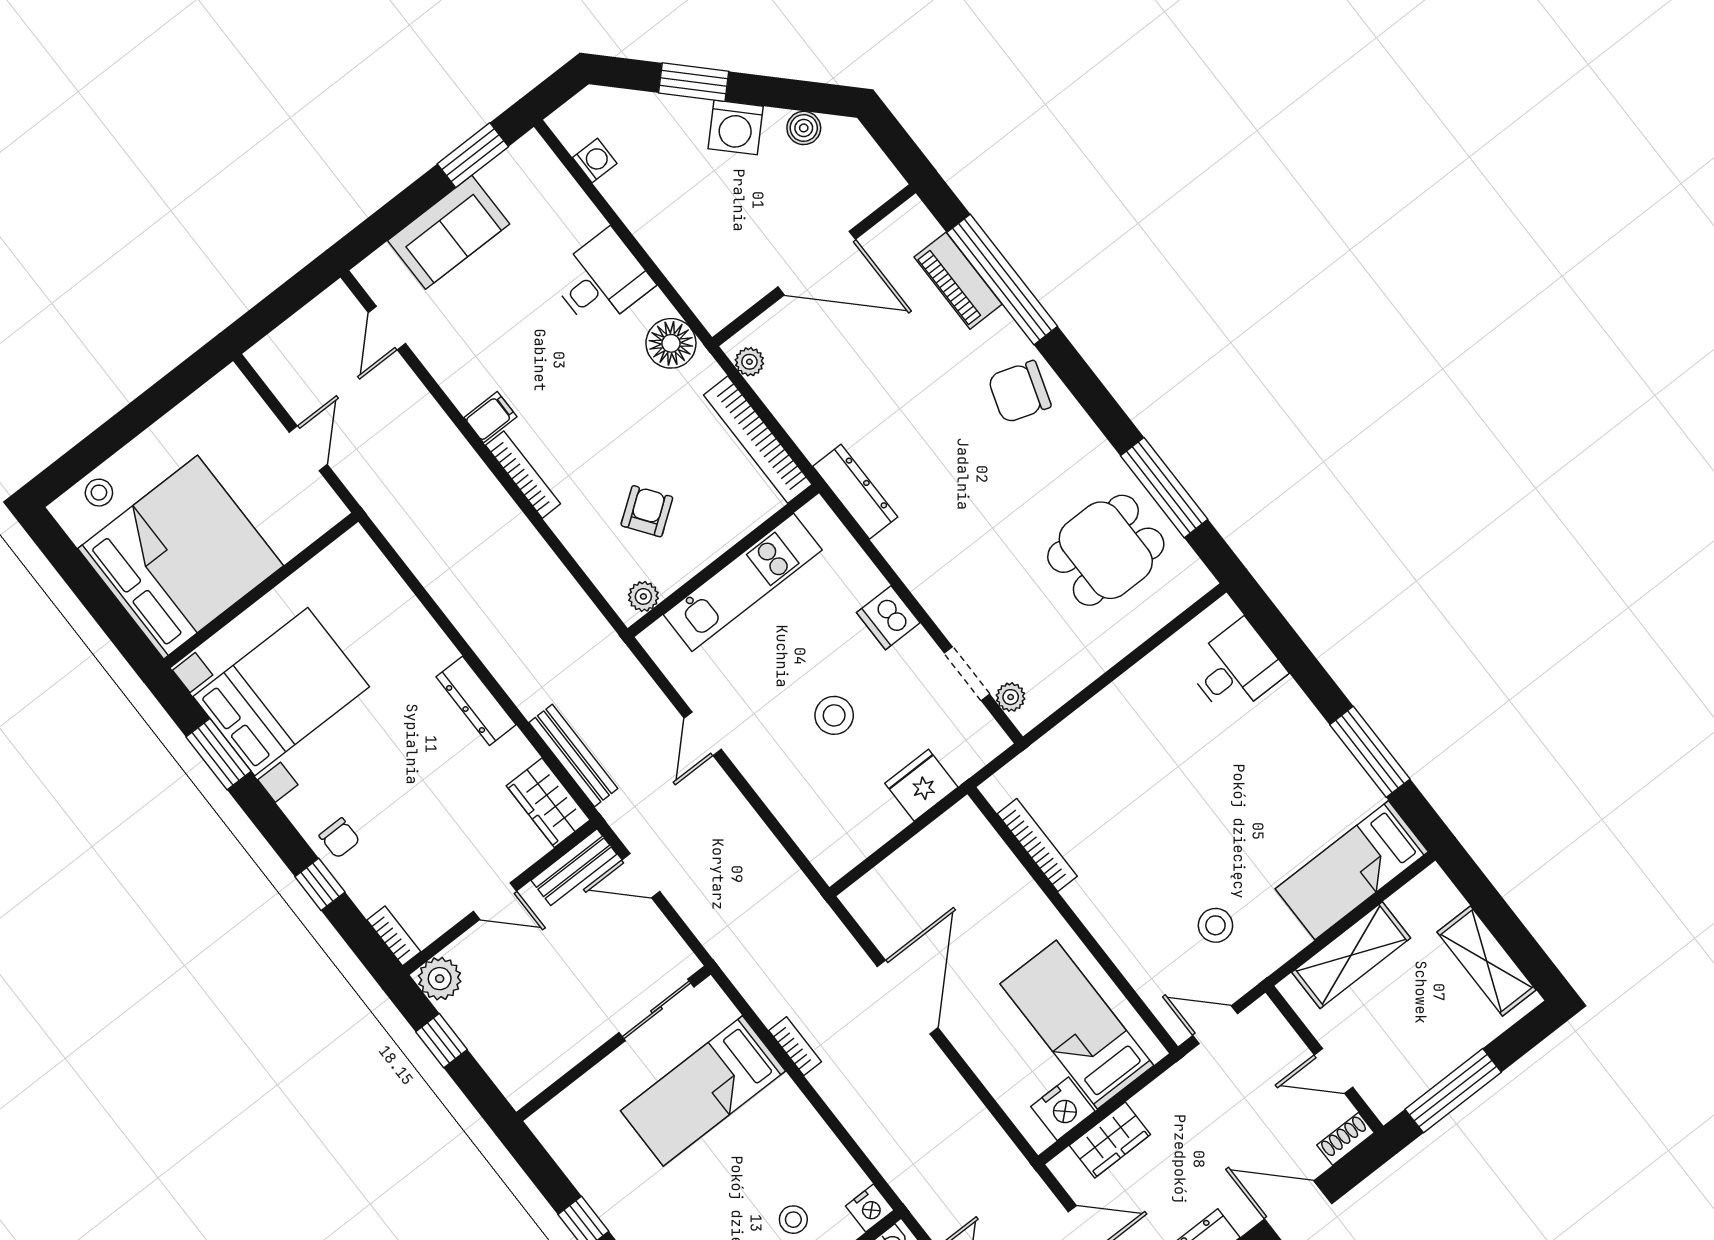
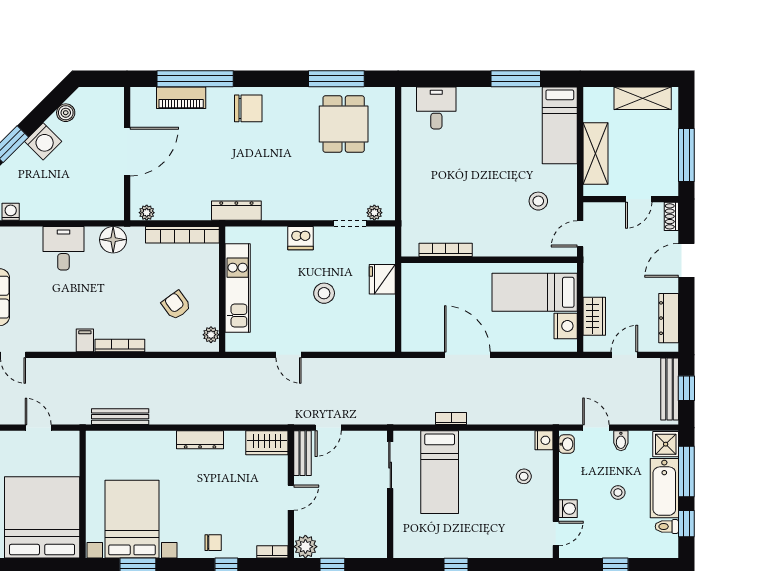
chair: (1019, 392) -> (248, 108), turned -108
bench: (573, 755) -> (120, 417), moved

